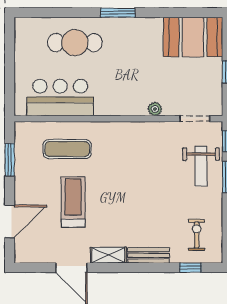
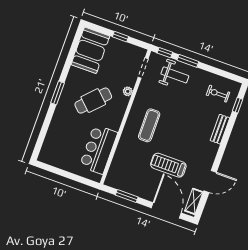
cafe table: (75, 43) -> (93, 101), moved, turned 44
exercise mat: (67, 149) -> (149, 125), moved
door: (10, 221) -> (166, 210), width x1.36
shelving: (108, 255) -> (194, 201), moved

